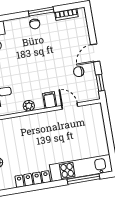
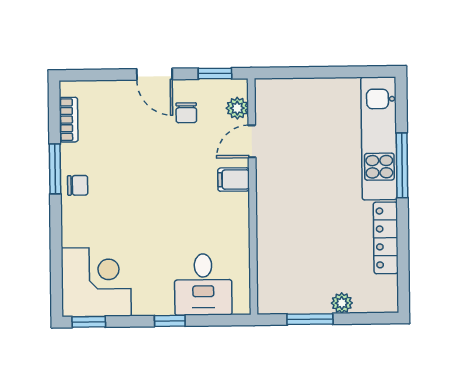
plant: (29, 106) -> (237, 108), moved
window: (83, 179) -> (402, 165), moved

